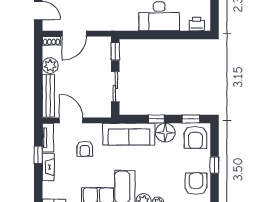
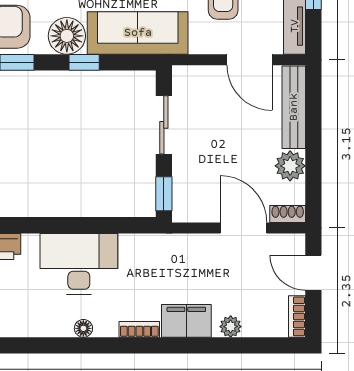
door: (74, 34) -> (244, 228), hinge flipped

